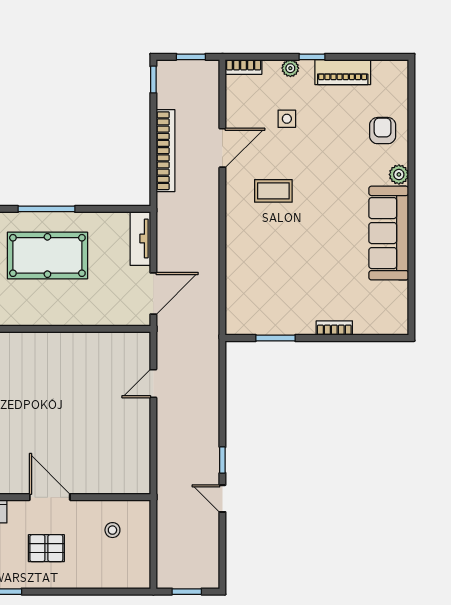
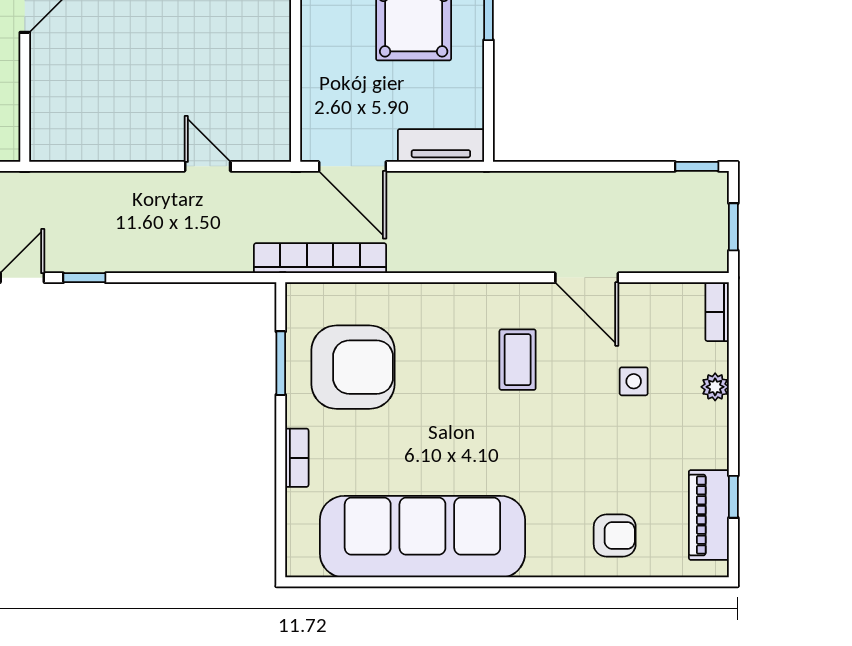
window: (312, 57) -> (733, 497), moved
piano: (343, 72) -> (709, 515), moved
bookcase: (165, 151) -> (320, 258), moved, turned 180
plant: (399, 174) -> (544, 562), removed
sofa: (389, 233) -> (422, 537), width x1.36, depth x1.27
armchair: (278, 293) -> (353, 367), added

